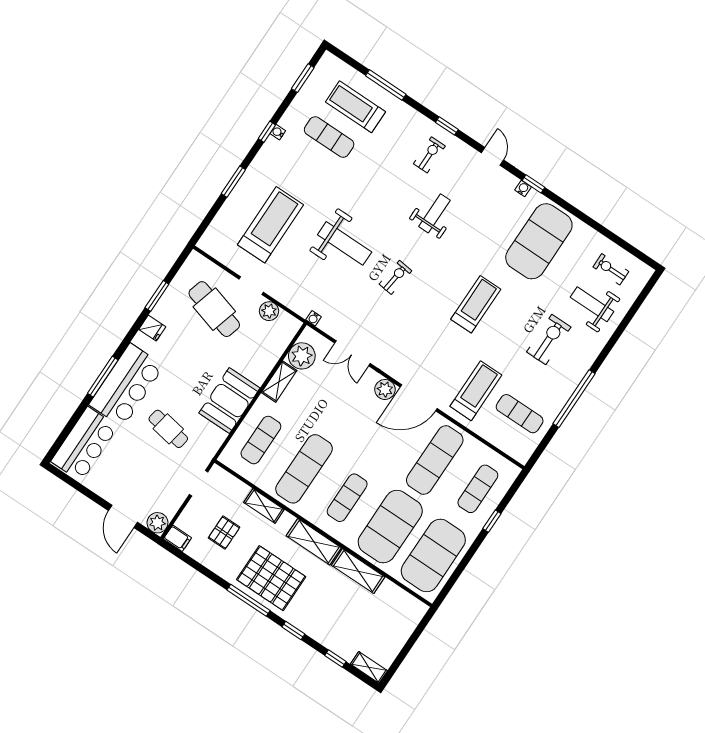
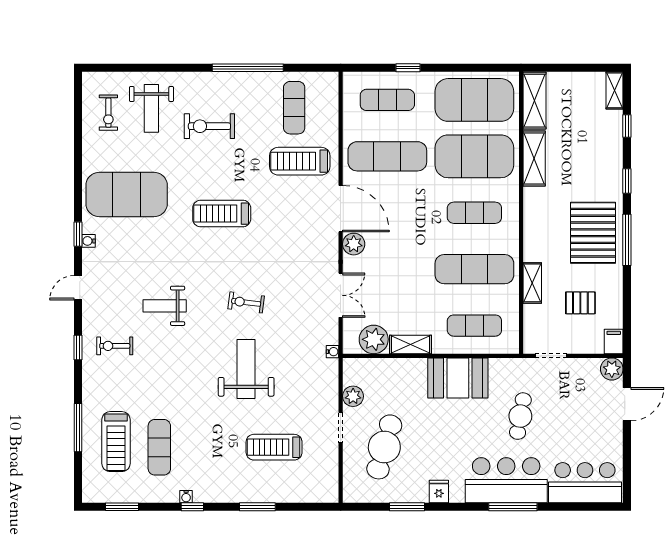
treadmill: (271, 225) -> (274, 447), width x0.73, depth x0.73
shelving: (314, 542) -> (534, 101), moved

